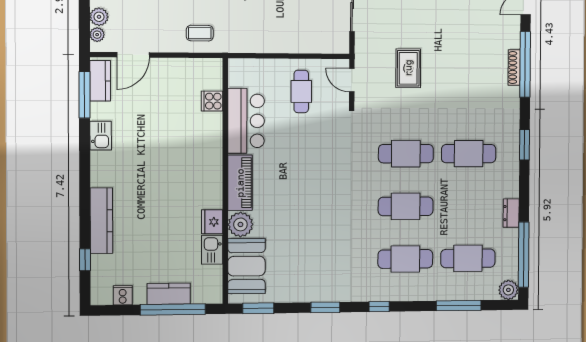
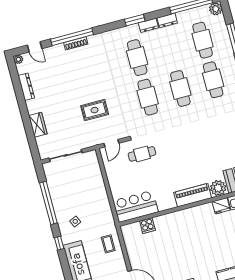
cafe table: (301, 91) -> (142, 154), moved
bar counter: (246, 121) -> (136, 206), moved
window: (524, 145) -> (135, 20), moved
dresser: (511, 183) -> (148, 25), added

